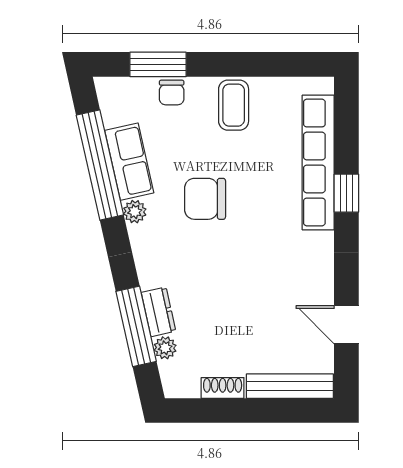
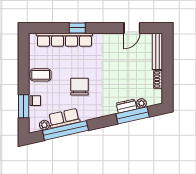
chair: (205, 199) -> (80, 87), turned 180
plant: (135, 212) -> (44, 125), moved

